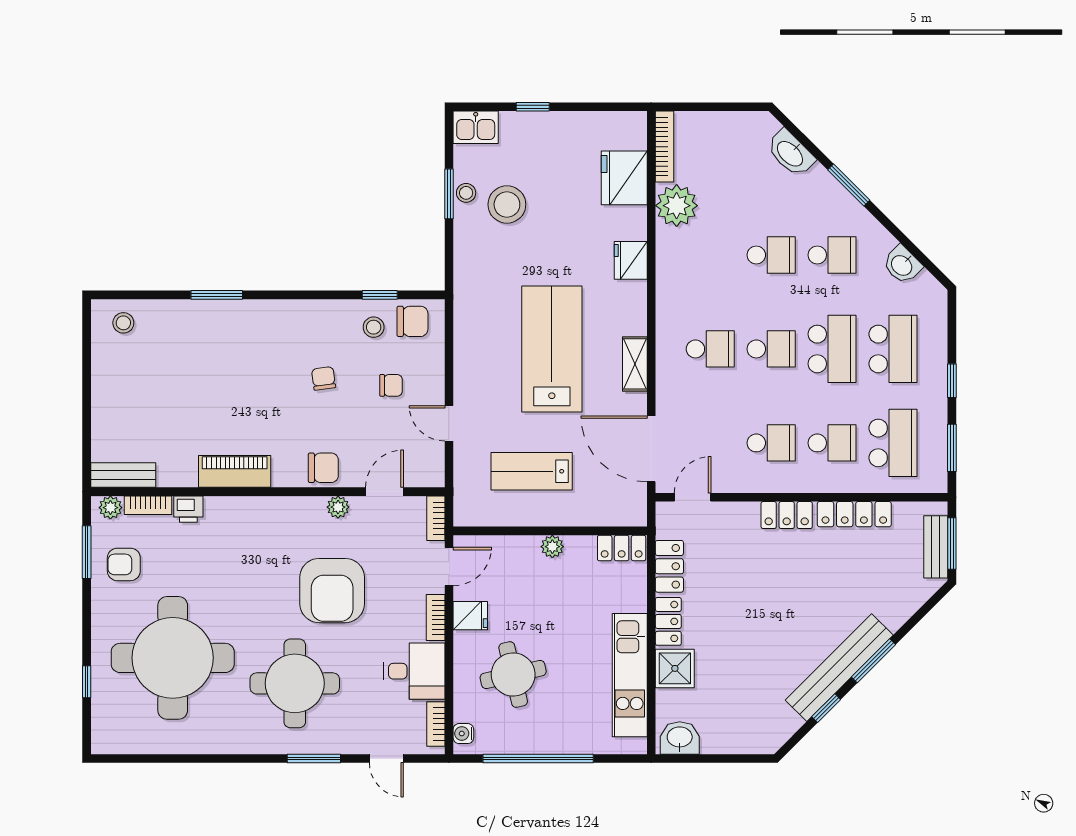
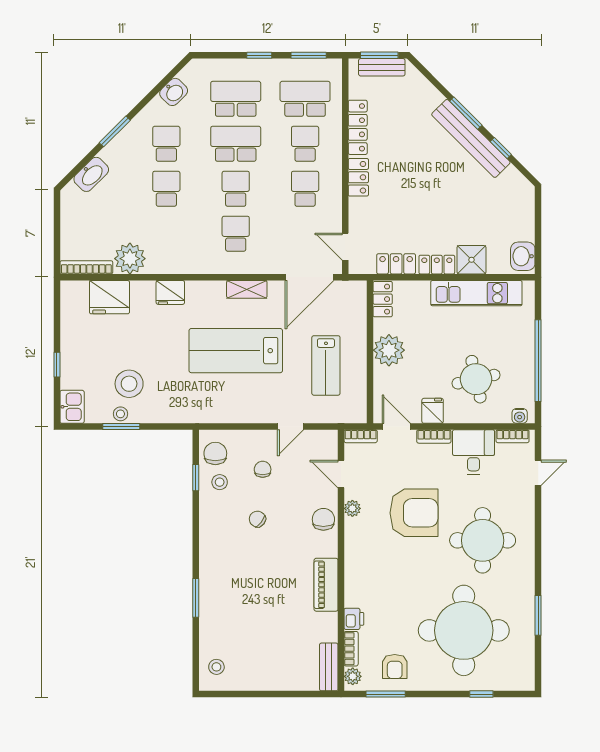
chair: (324, 378) -> (257, 519), turned 46
plant: (552, 547) -> (389, 350), width x1.88, depth x1.88
window: (314, 759) -> (538, 615), moved

